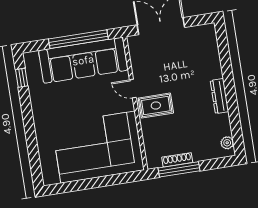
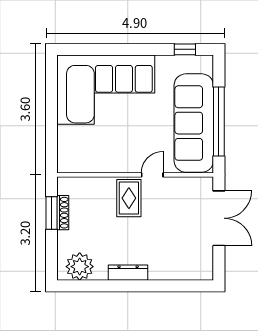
plant: (227, 143) -> (80, 267), width x1.87, depth x1.87
corner sofa: (98, 147) -> (106, 90), moved, turned 90
window: (179, 169) -> (52, 213), width x0.69

